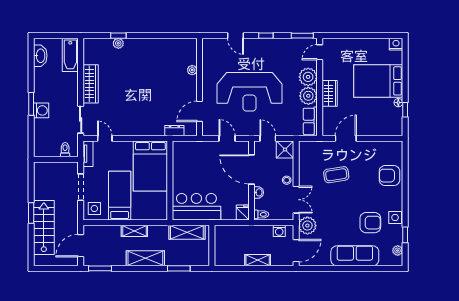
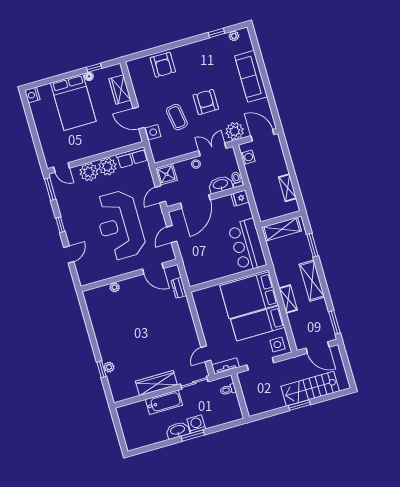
bathtub: (70, 55) -> (164, 402), moved
washbasin: (40, 56) -> (178, 430), moved
reception desk: (249, 92) -> (120, 225), turned 180
wardrobe: (330, 93) -> (120, 89), moved, turned -90
bed: (150, 166) -> (249, 295), moved, turned 180
washbasin: (259, 192) -> (220, 184), width x1.91, depth x1.45
side table: (395, 217) -> (153, 132), moved
armchair: (370, 223) -> (206, 102), moved
shelving: (187, 232) -> (282, 229), moved, turned 90
shelving: (258, 260) -> (288, 188), moved

